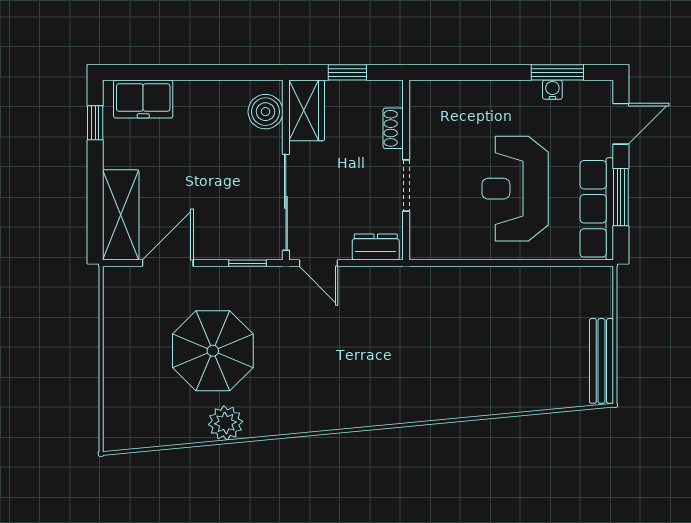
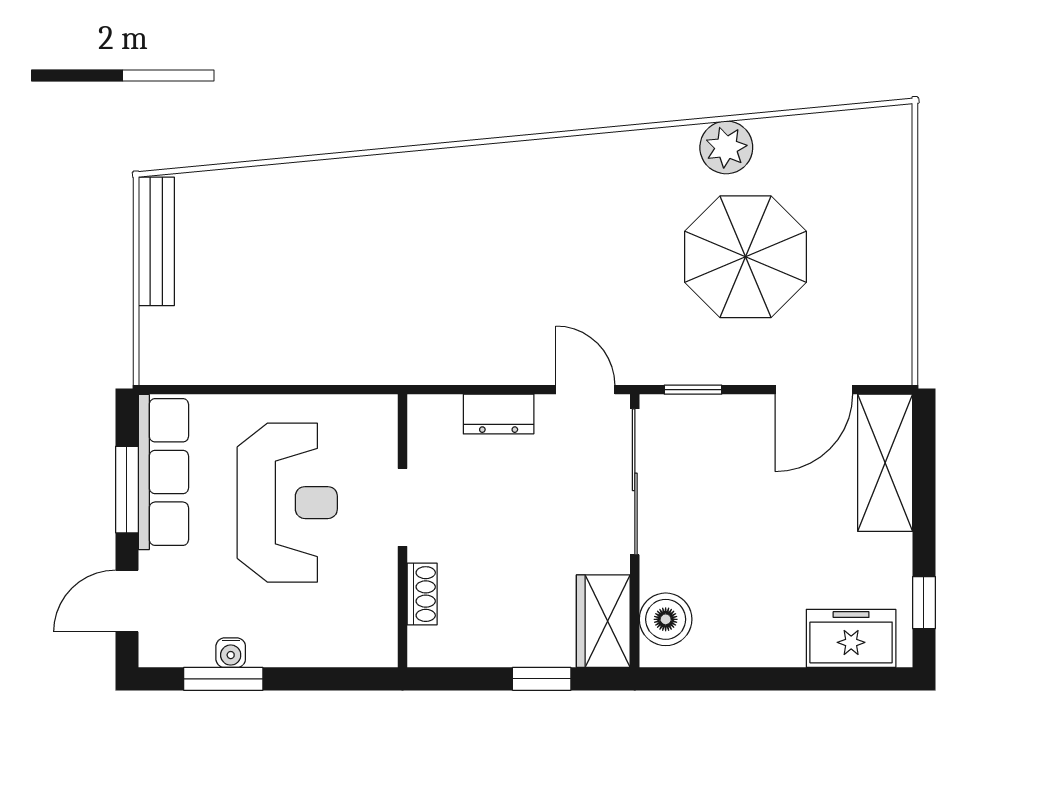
shoe rack: (393, 128) -> (422, 594), moved
wall: (406, 170) -> (402, 531), moved
doorway: (406, 185) -> (402, 507), moved

